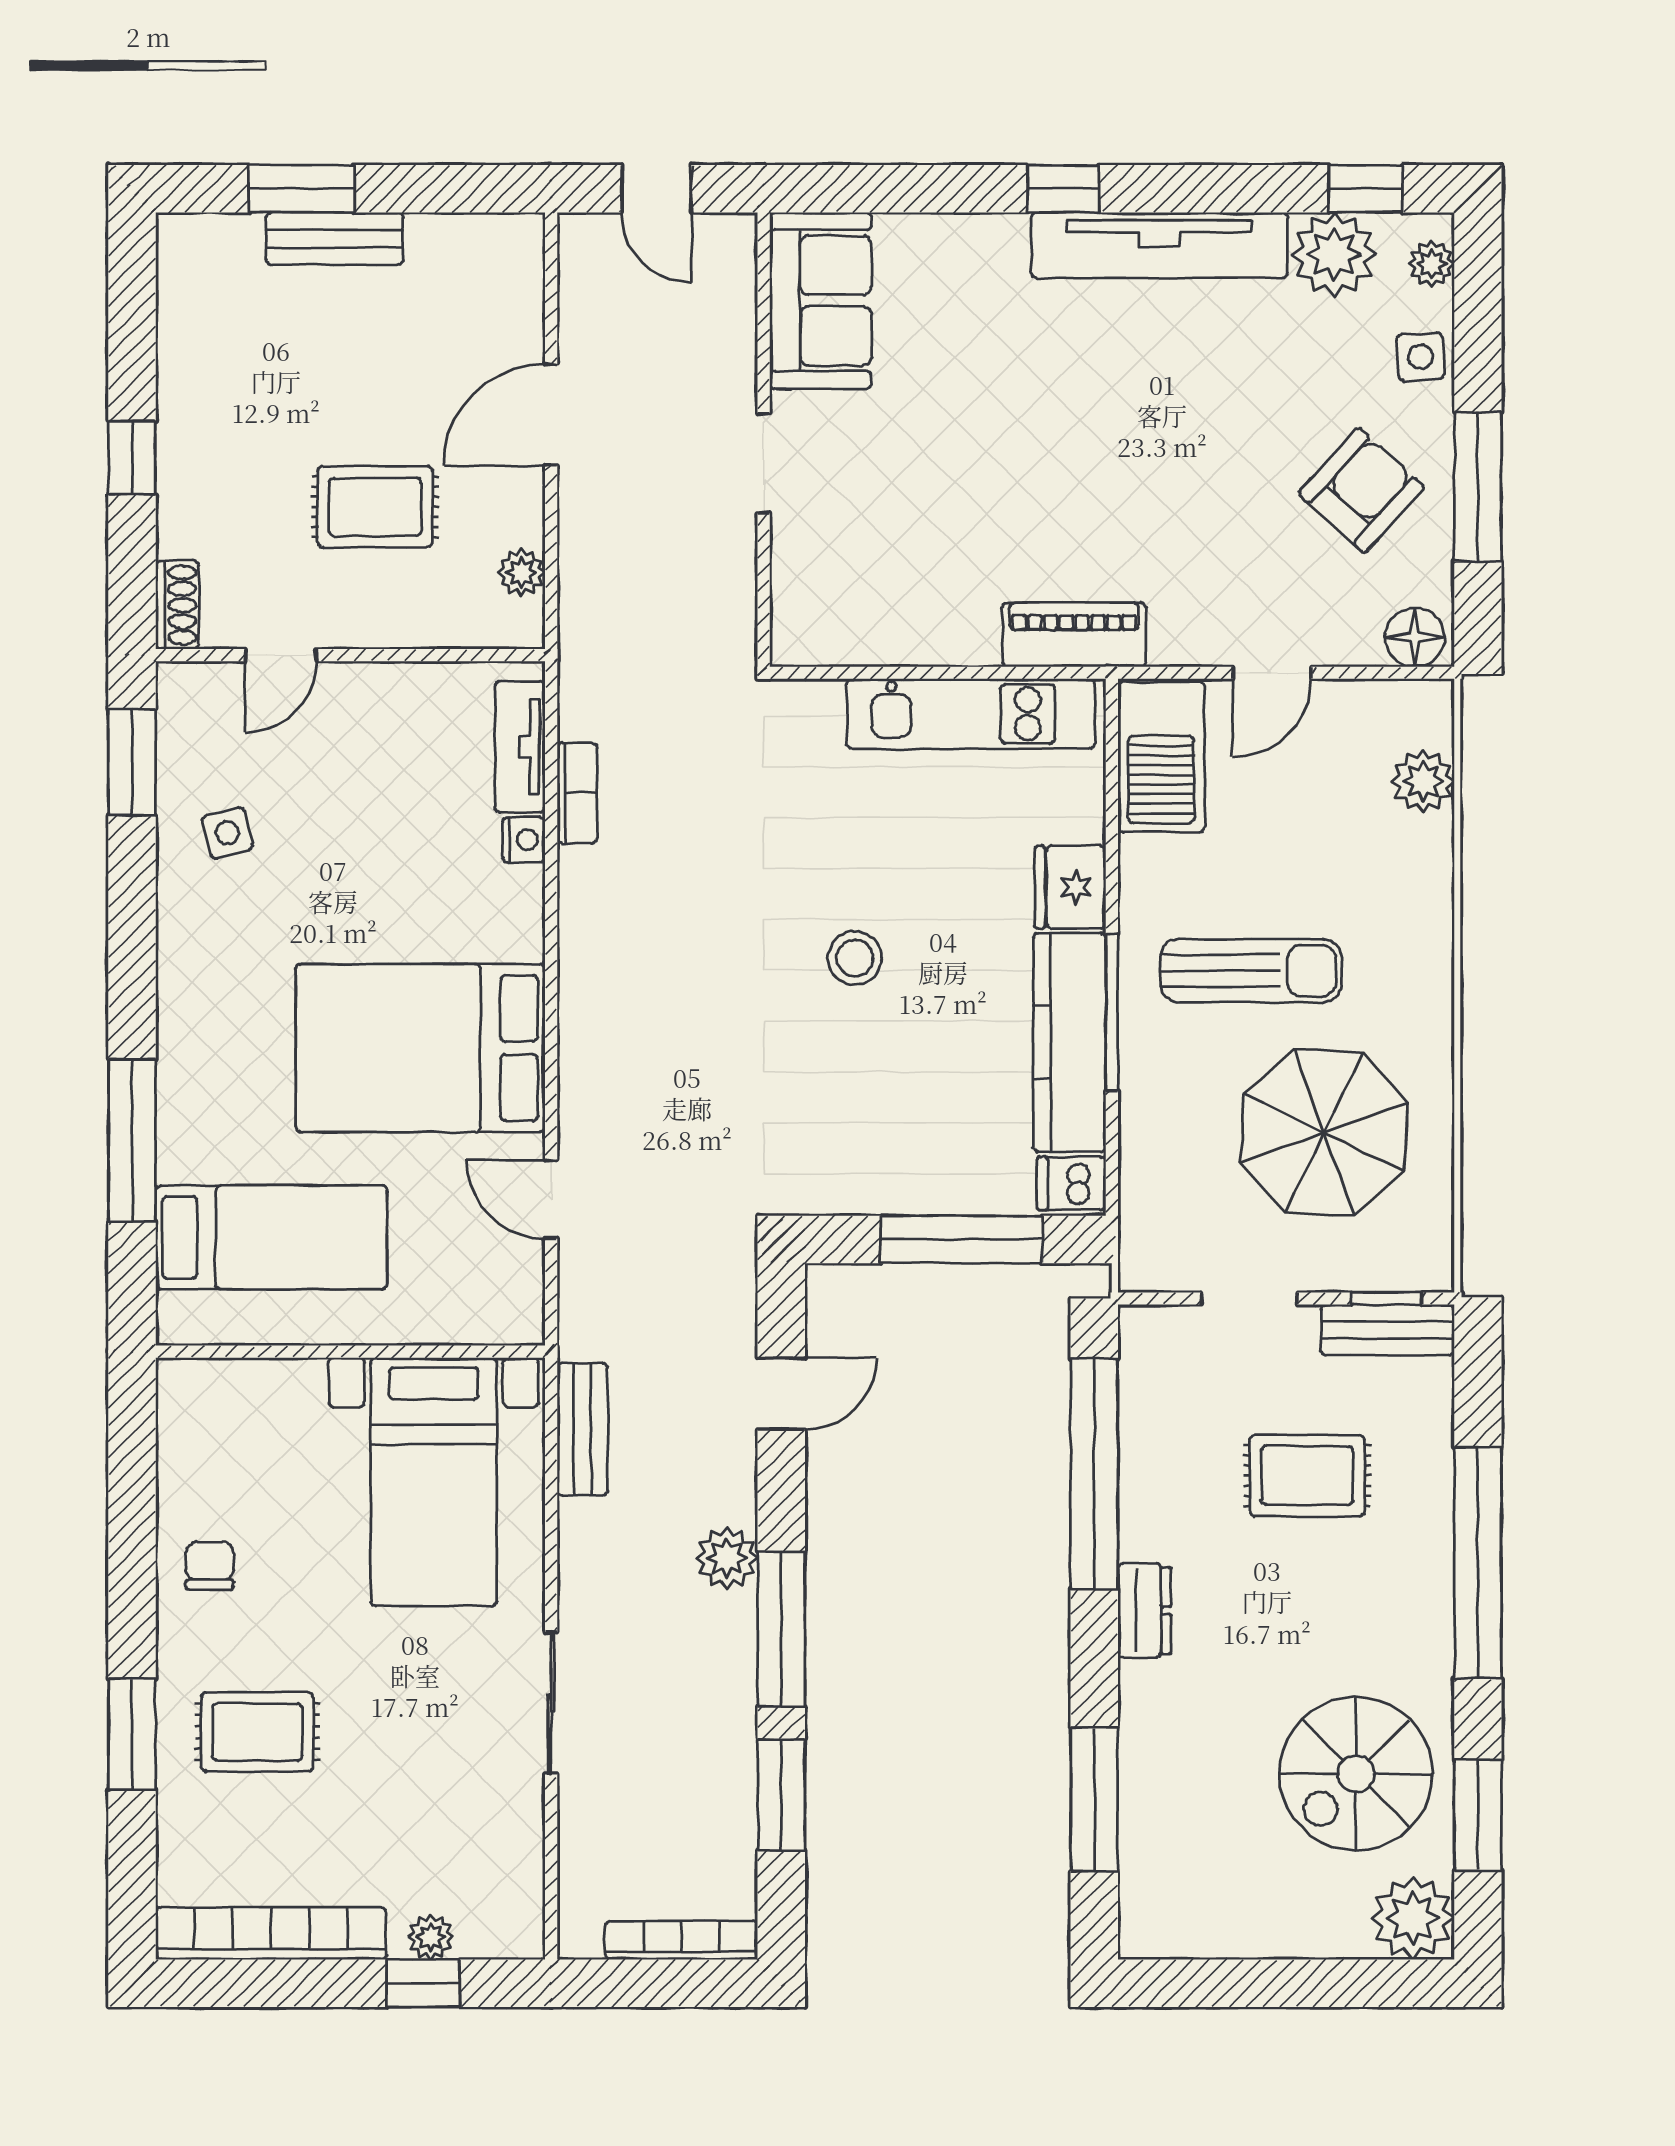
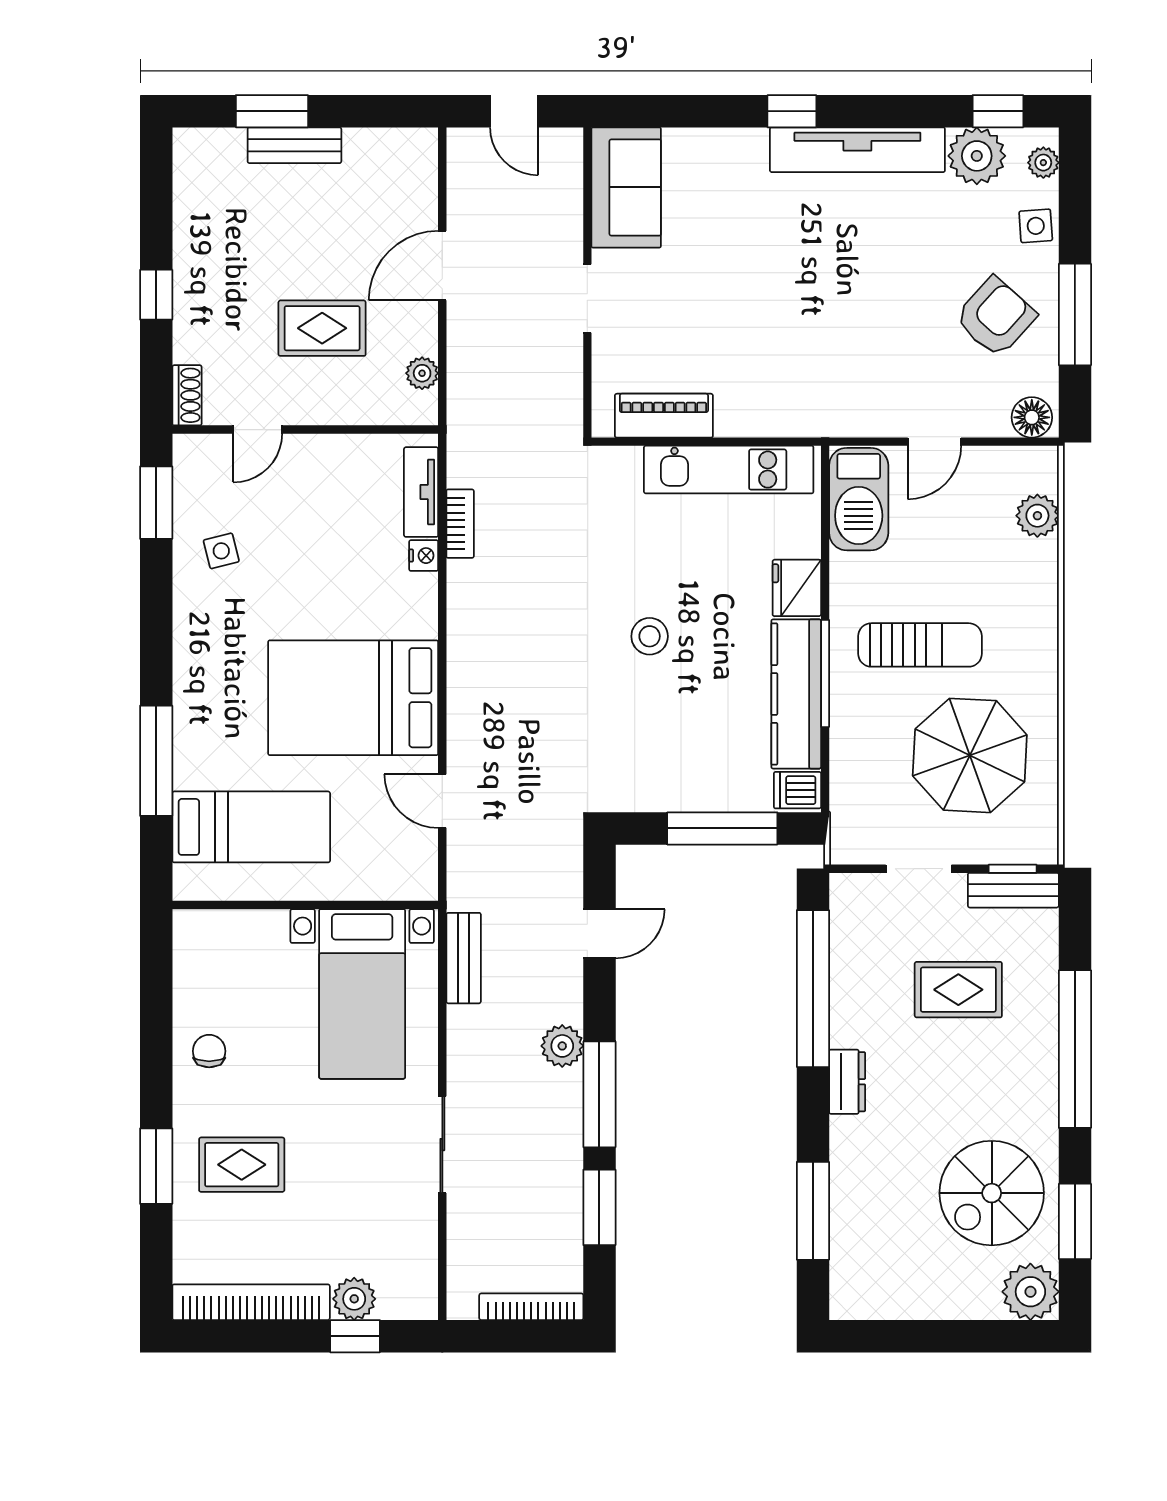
piano: (1074, 635) -> (664, 416), moved
plant: (431, 1937) -> (354, 1299), width x1.38, depth x1.38

